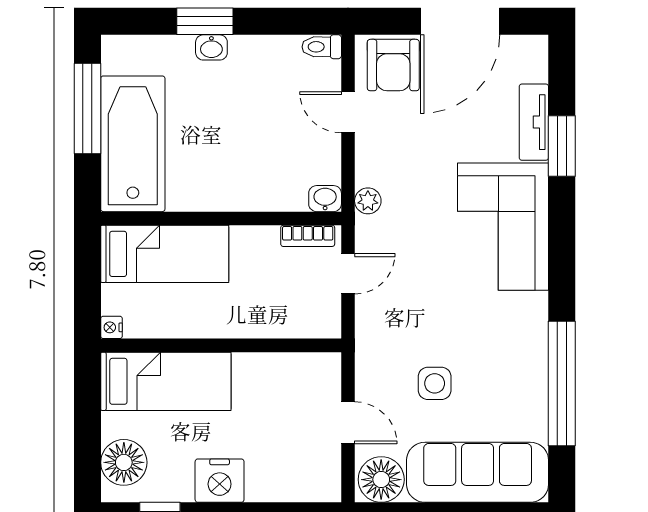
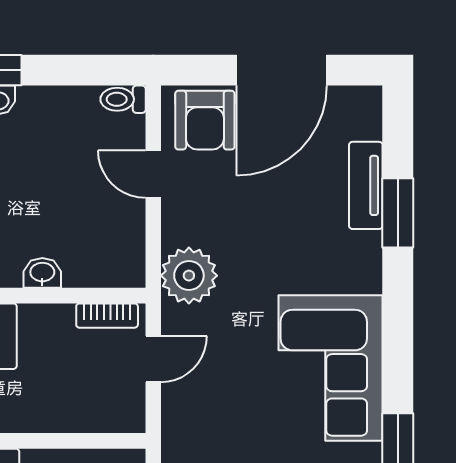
washbasin: (325, 199) -> (42, 273), moved
plant: (368, 201) -> (189, 276), width x1.88, depth x1.88
corner sofa: (503, 227) -> (331, 368), moved

